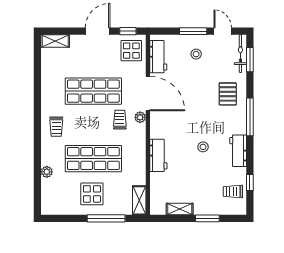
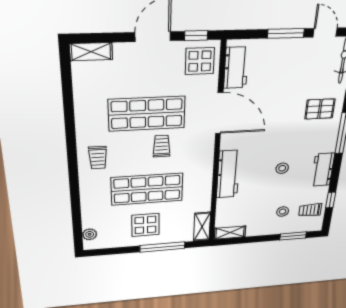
stool: (196, 54) -> (283, 212), moved
pallet: (228, 94) -> (320, 109), turned 90
plant: (140, 117) -> (208, 141), removed
trolley: (120, 120) -> (162, 146), moved
workbench: (158, 155) -> (228, 174), width x1.38
plant: (47, 172) -> (90, 234), moved
shelving: (180, 209) -> (230, 233), moved
window: (207, 218) -> (293, 236), moved

